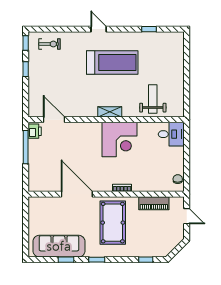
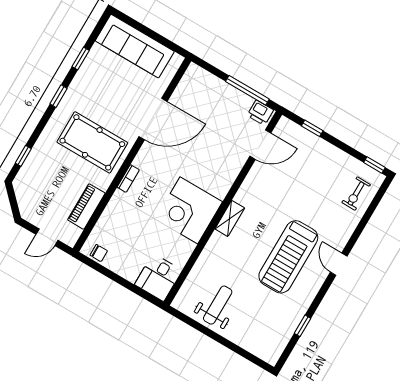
door: (99, 29) -> (339, 264), swing flipped
window: (26, 69) -> (312, 128), moved
weight bench: (153, 99) -> (218, 305), moved, turned -90
sofa: (59, 246) -> (135, 46), moved, turned 90

